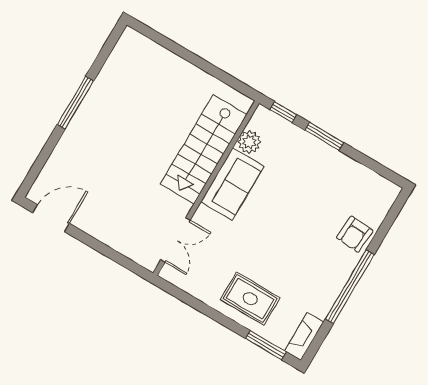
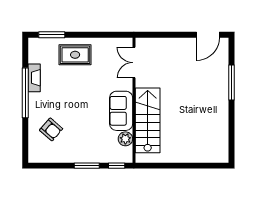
window: (75, 103) -> (231, 82), moved
armchair: (355, 234) -> (51, 129), moved, turned 127
fireplace: (304, 336) -> (34, 78), moved

